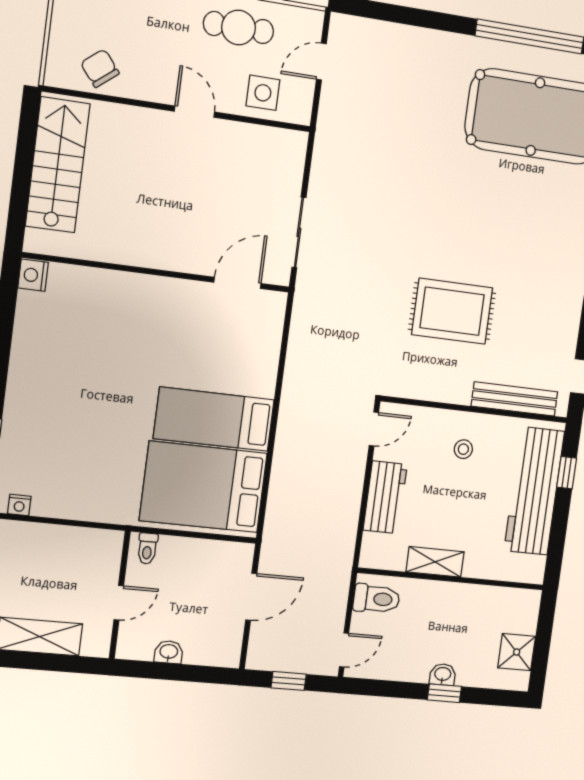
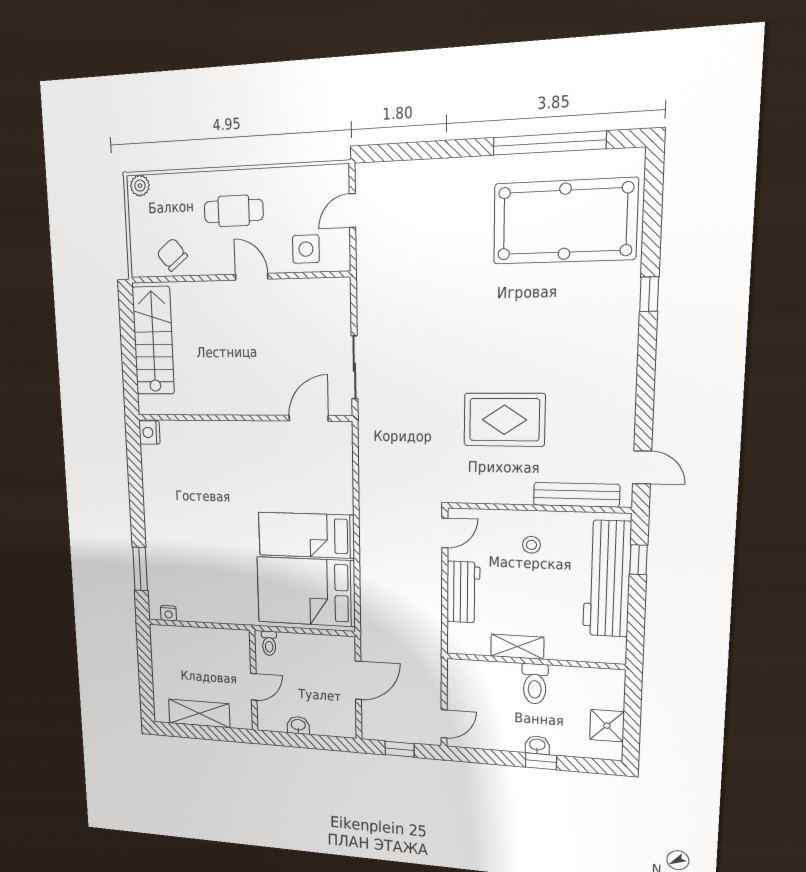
cafe table: (238, 28) -> (234, 211), moved
toilet: (377, 599) -> (535, 684), moved, turned 90

